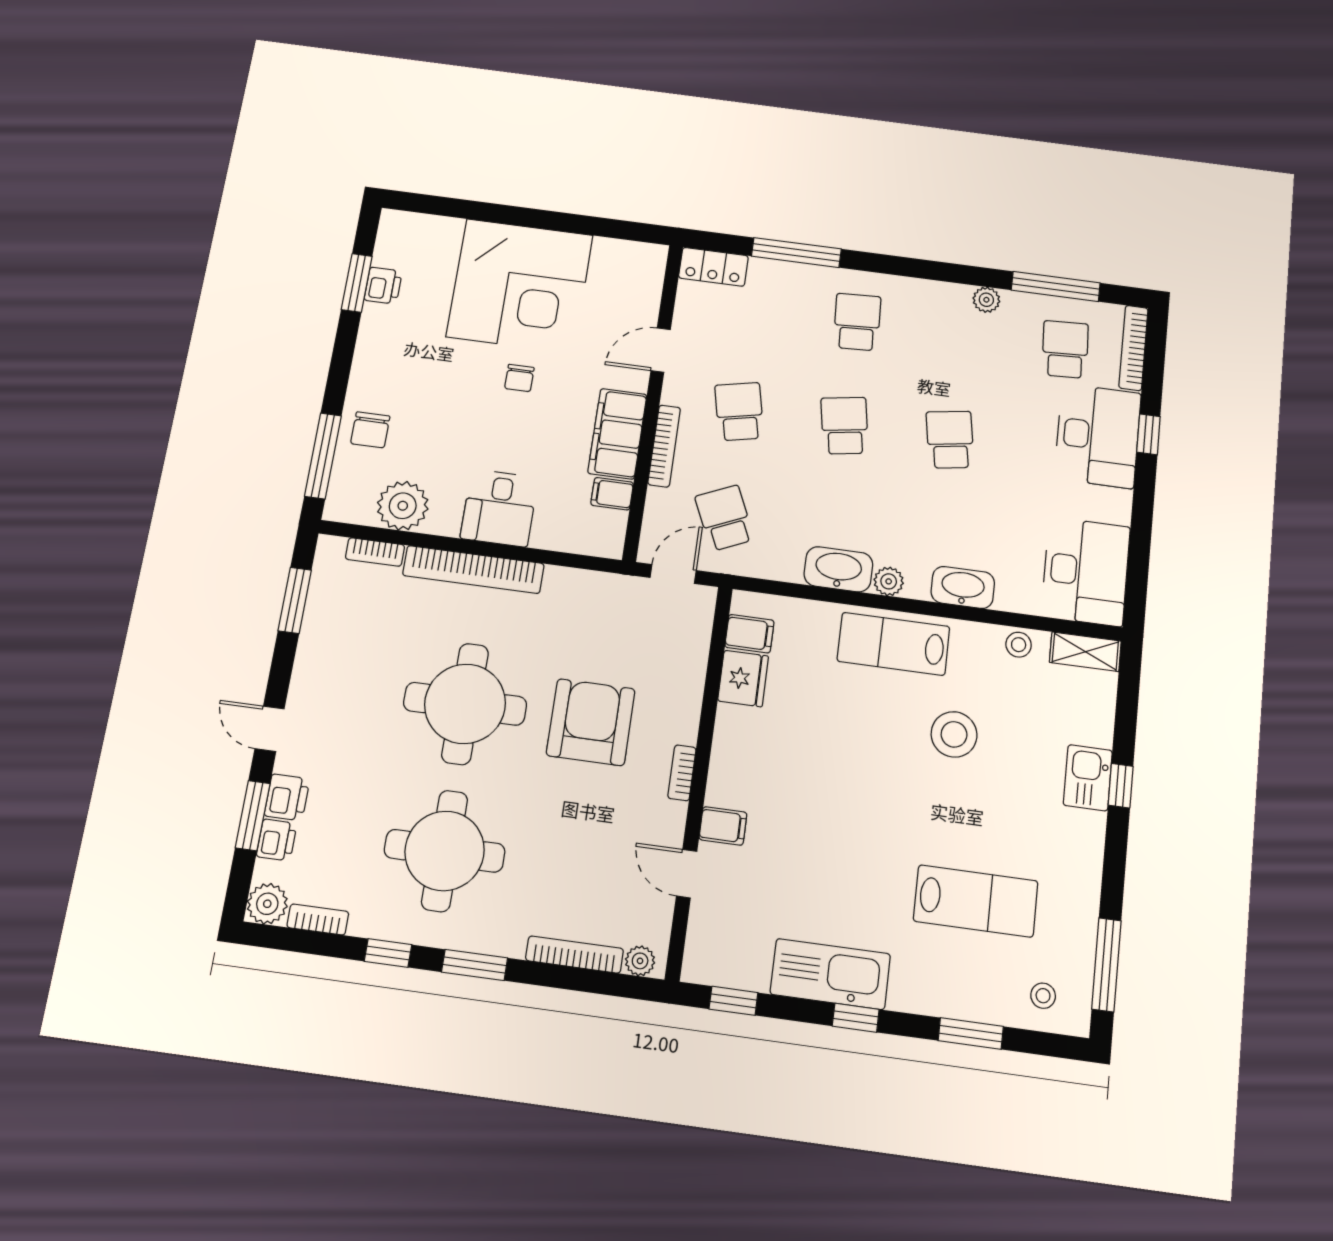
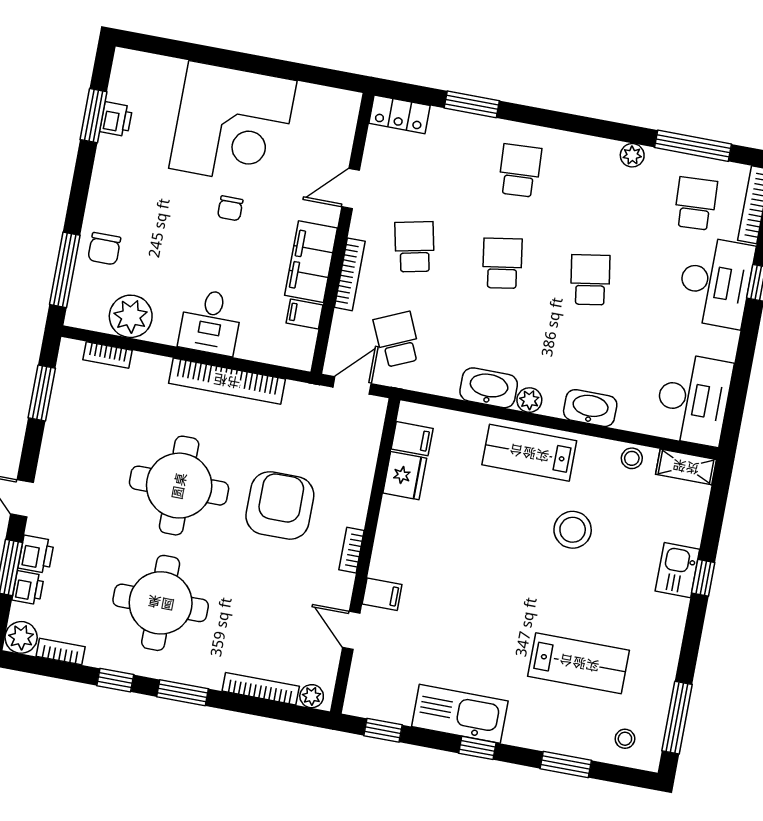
window: (796, 253) -> (472, 104), width x0.69
bookcase: (473, 570) -> (227, 381), moved

